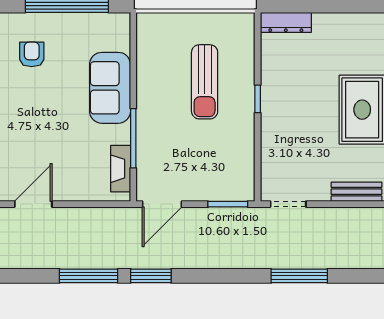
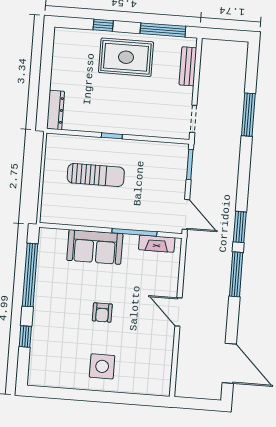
armchair: (32, 54) -> (102, 313), moved, turned -90

